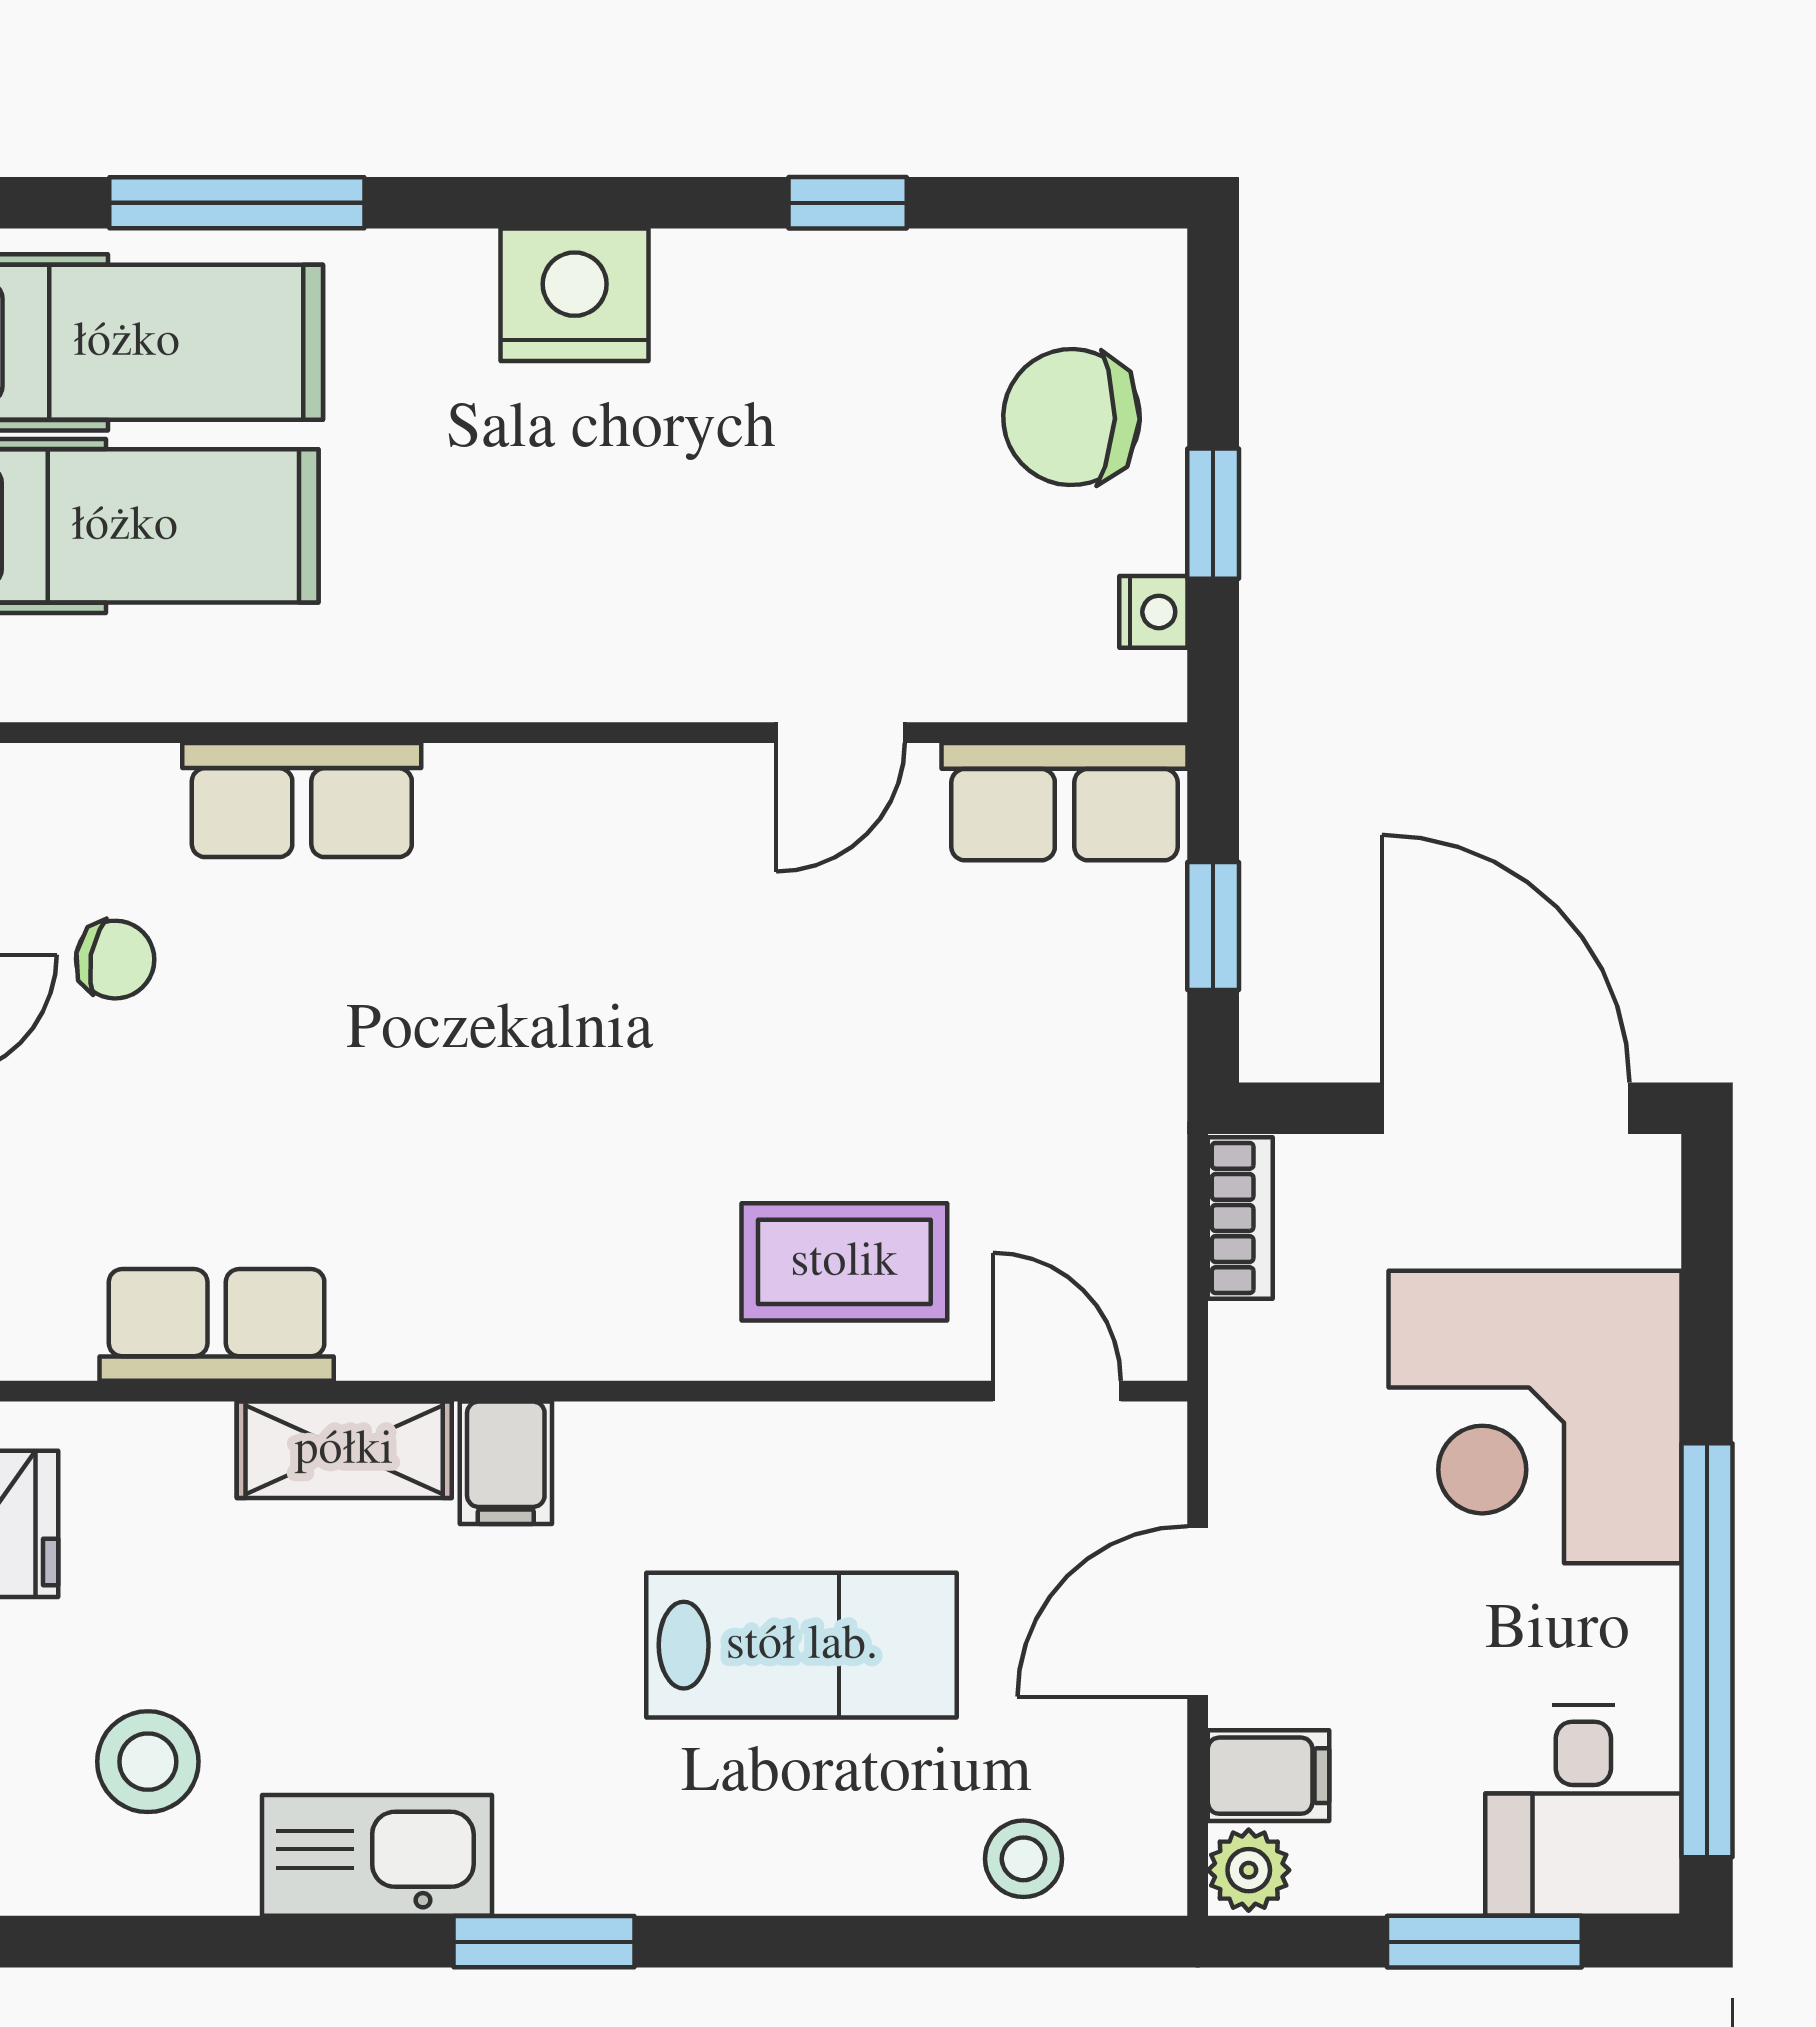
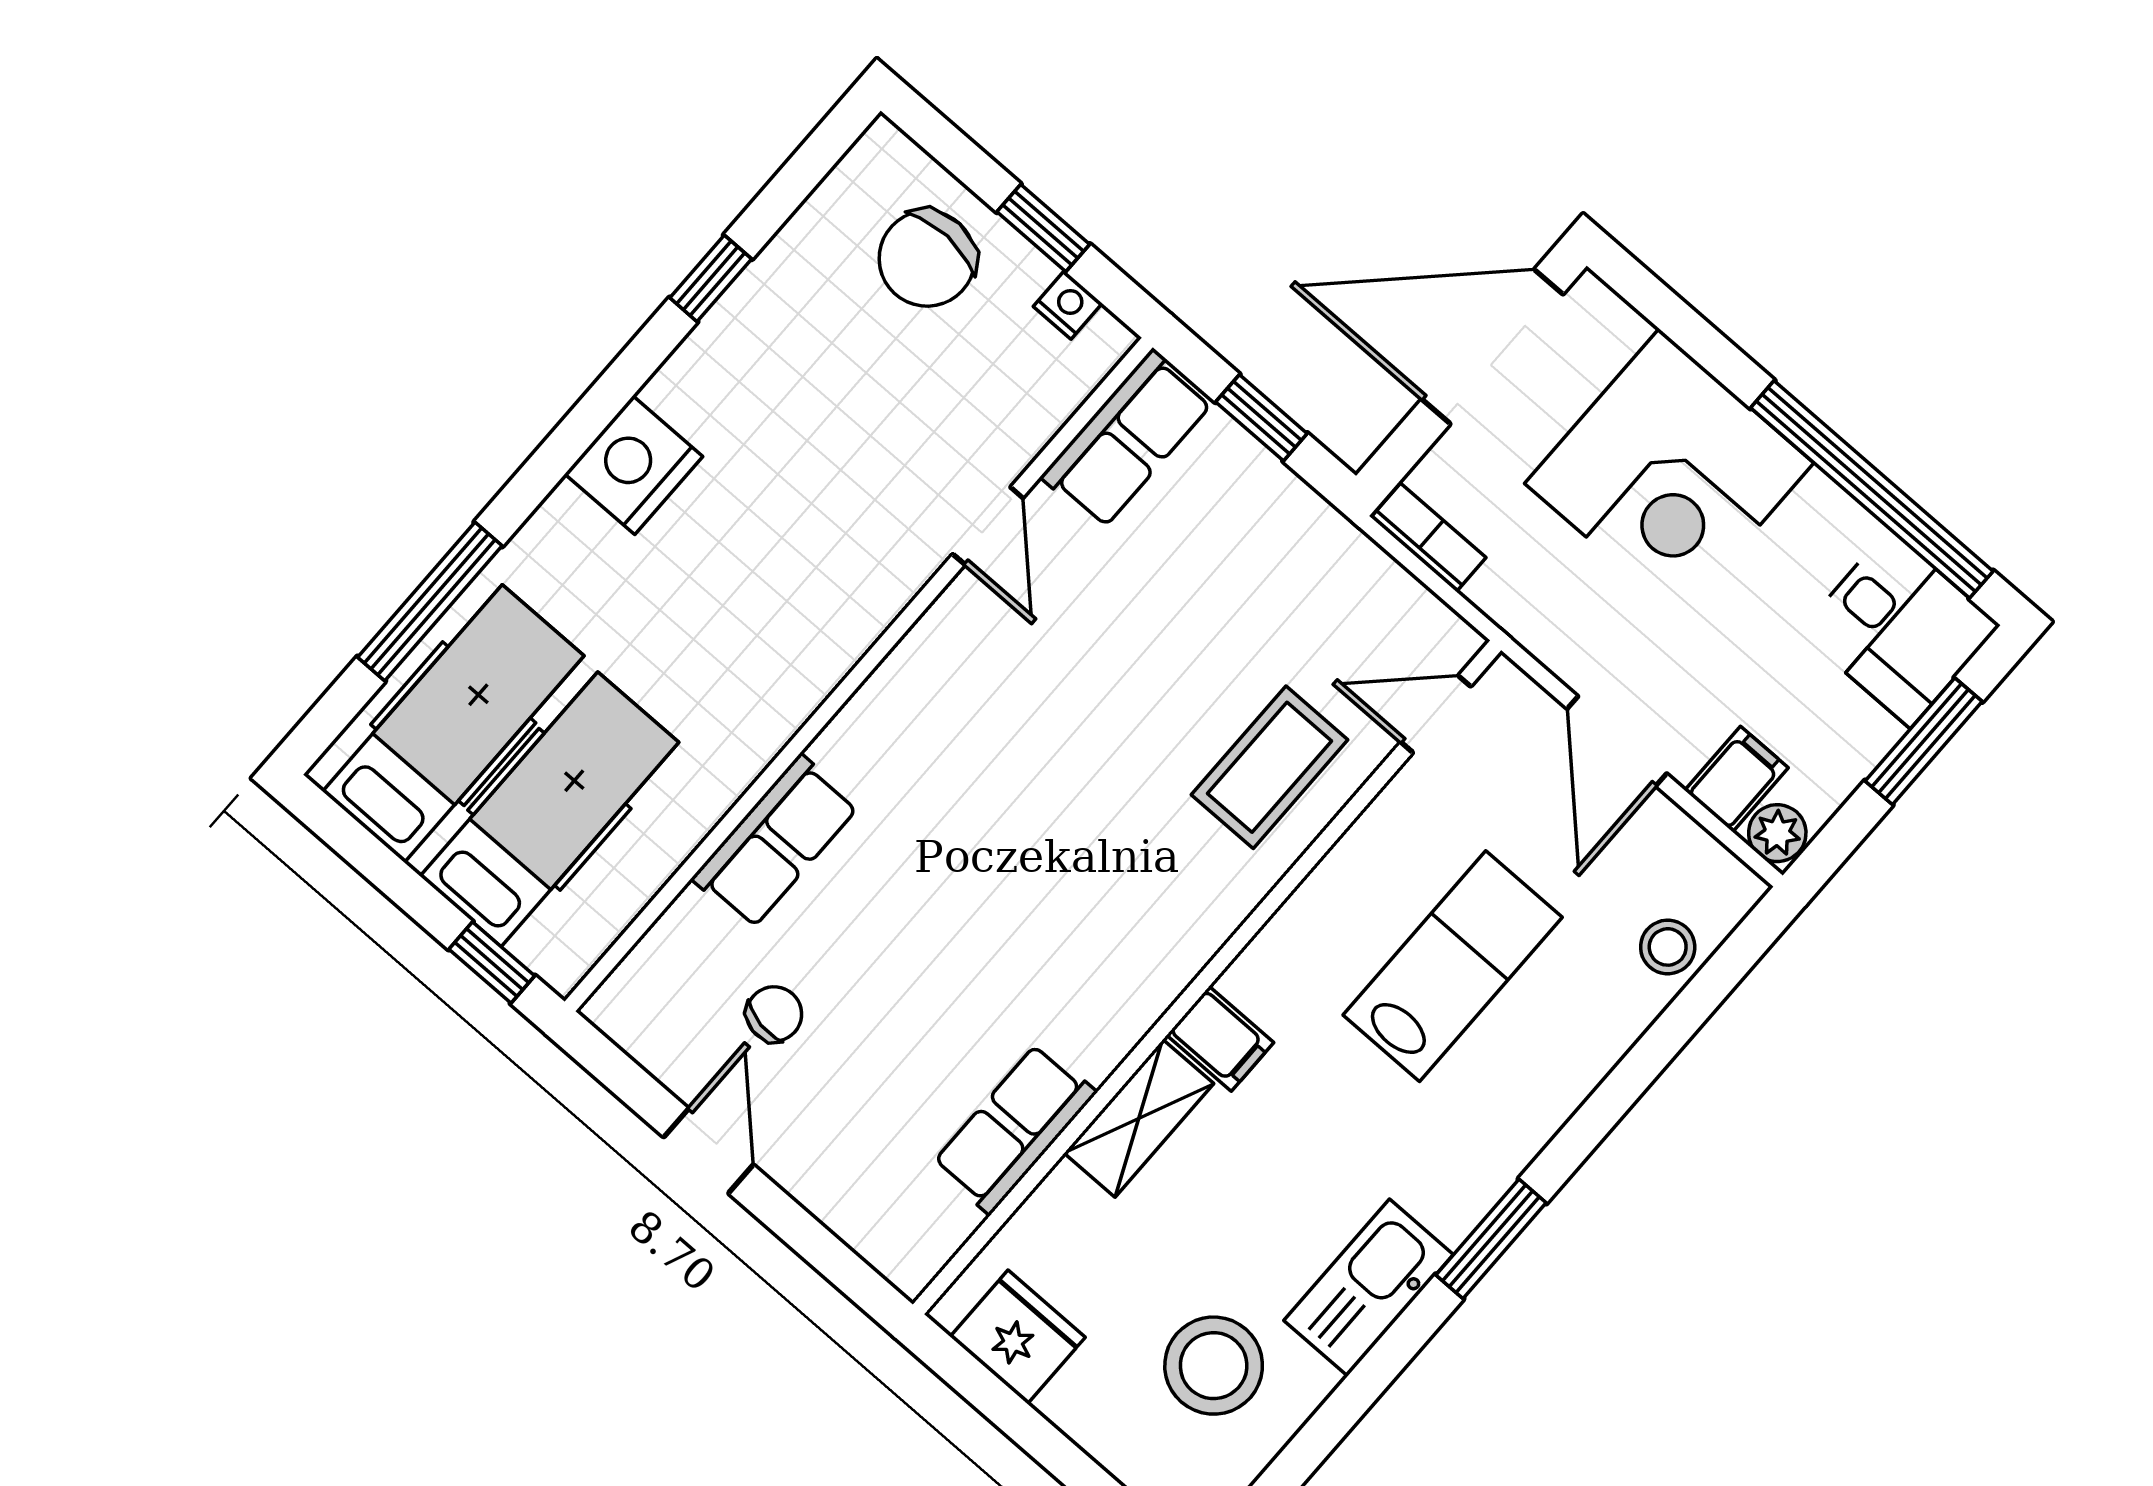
stool: (148, 1762) -> (1214, 1366), width x1.38, depth x1.38

